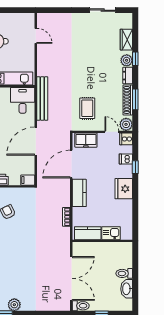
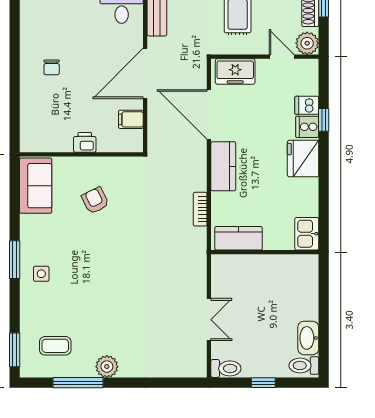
cooker: (126, 139) -> (307, 127), moved
door: (71, 164) -> (209, 114), hinge flipped
filing cabinet: (28, 180) -> (131, 119), moved
kitchen sink: (111, 233) -> (307, 234), moved, turned -90
toilet: (124, 273) -> (304, 365), moved
double door: (71, 278) -> (209, 320), width x0.54

